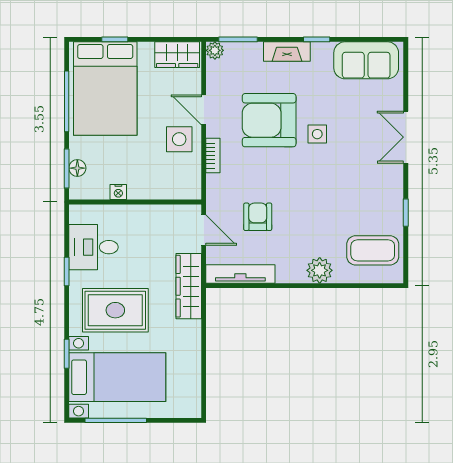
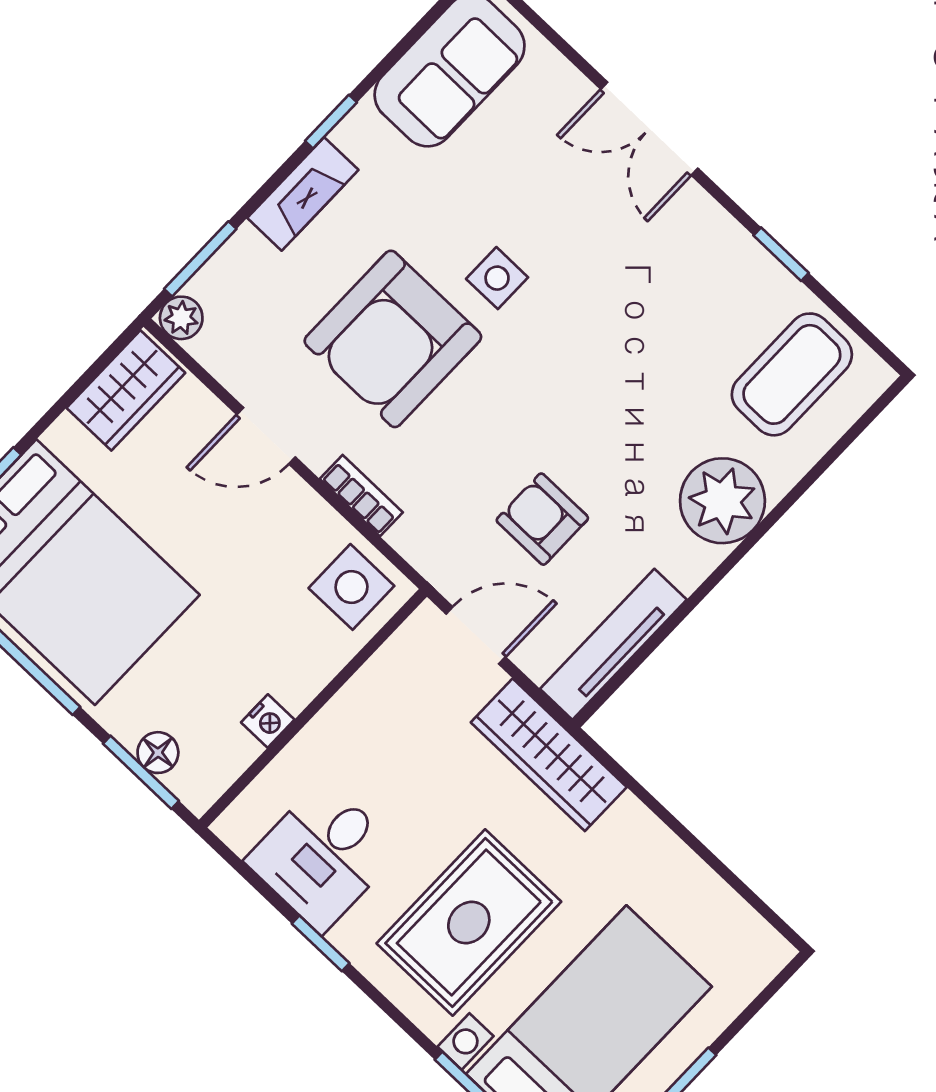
side table: (179, 139) -> (351, 587), moved
plant: (320, 270) -> (722, 501), width x1.36, depth x1.36

